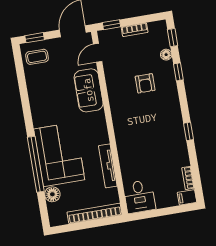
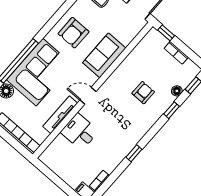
door: (98, 53) -> (88, 96), moved
armchair: (145, 83) -> (143, 93), turned 180
armchair: (50, 100) -> (74, 33), added
desk: (139, 196) -> (80, 132), moved, turned 90

